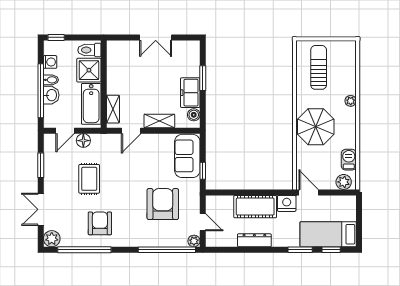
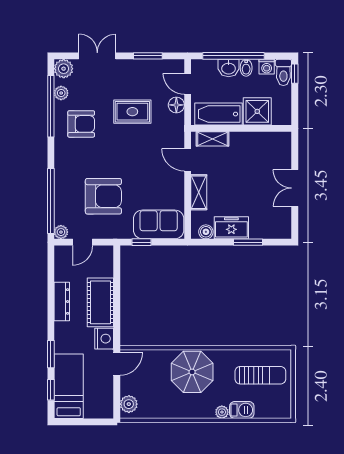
toilet: (89, 50) -> (283, 72), moved, turned 180
barbecue: (349, 160) -> (242, 410), moved
plant: (73, 241) -> (61, 93), added

